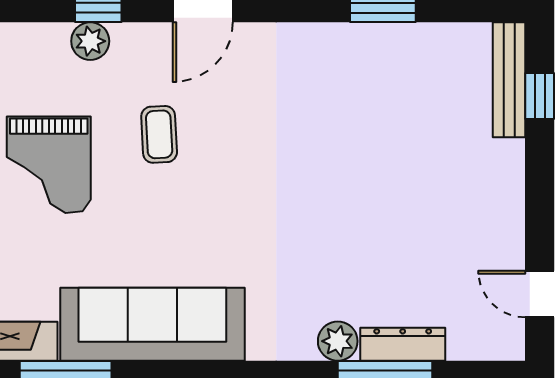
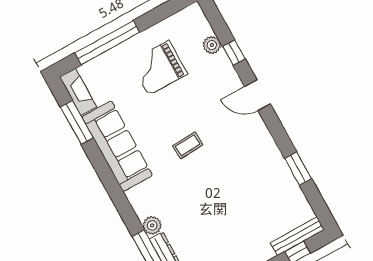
plant: (90, 41) -> (212, 45), moved
coffee table: (159, 134) -> (188, 145), moved

